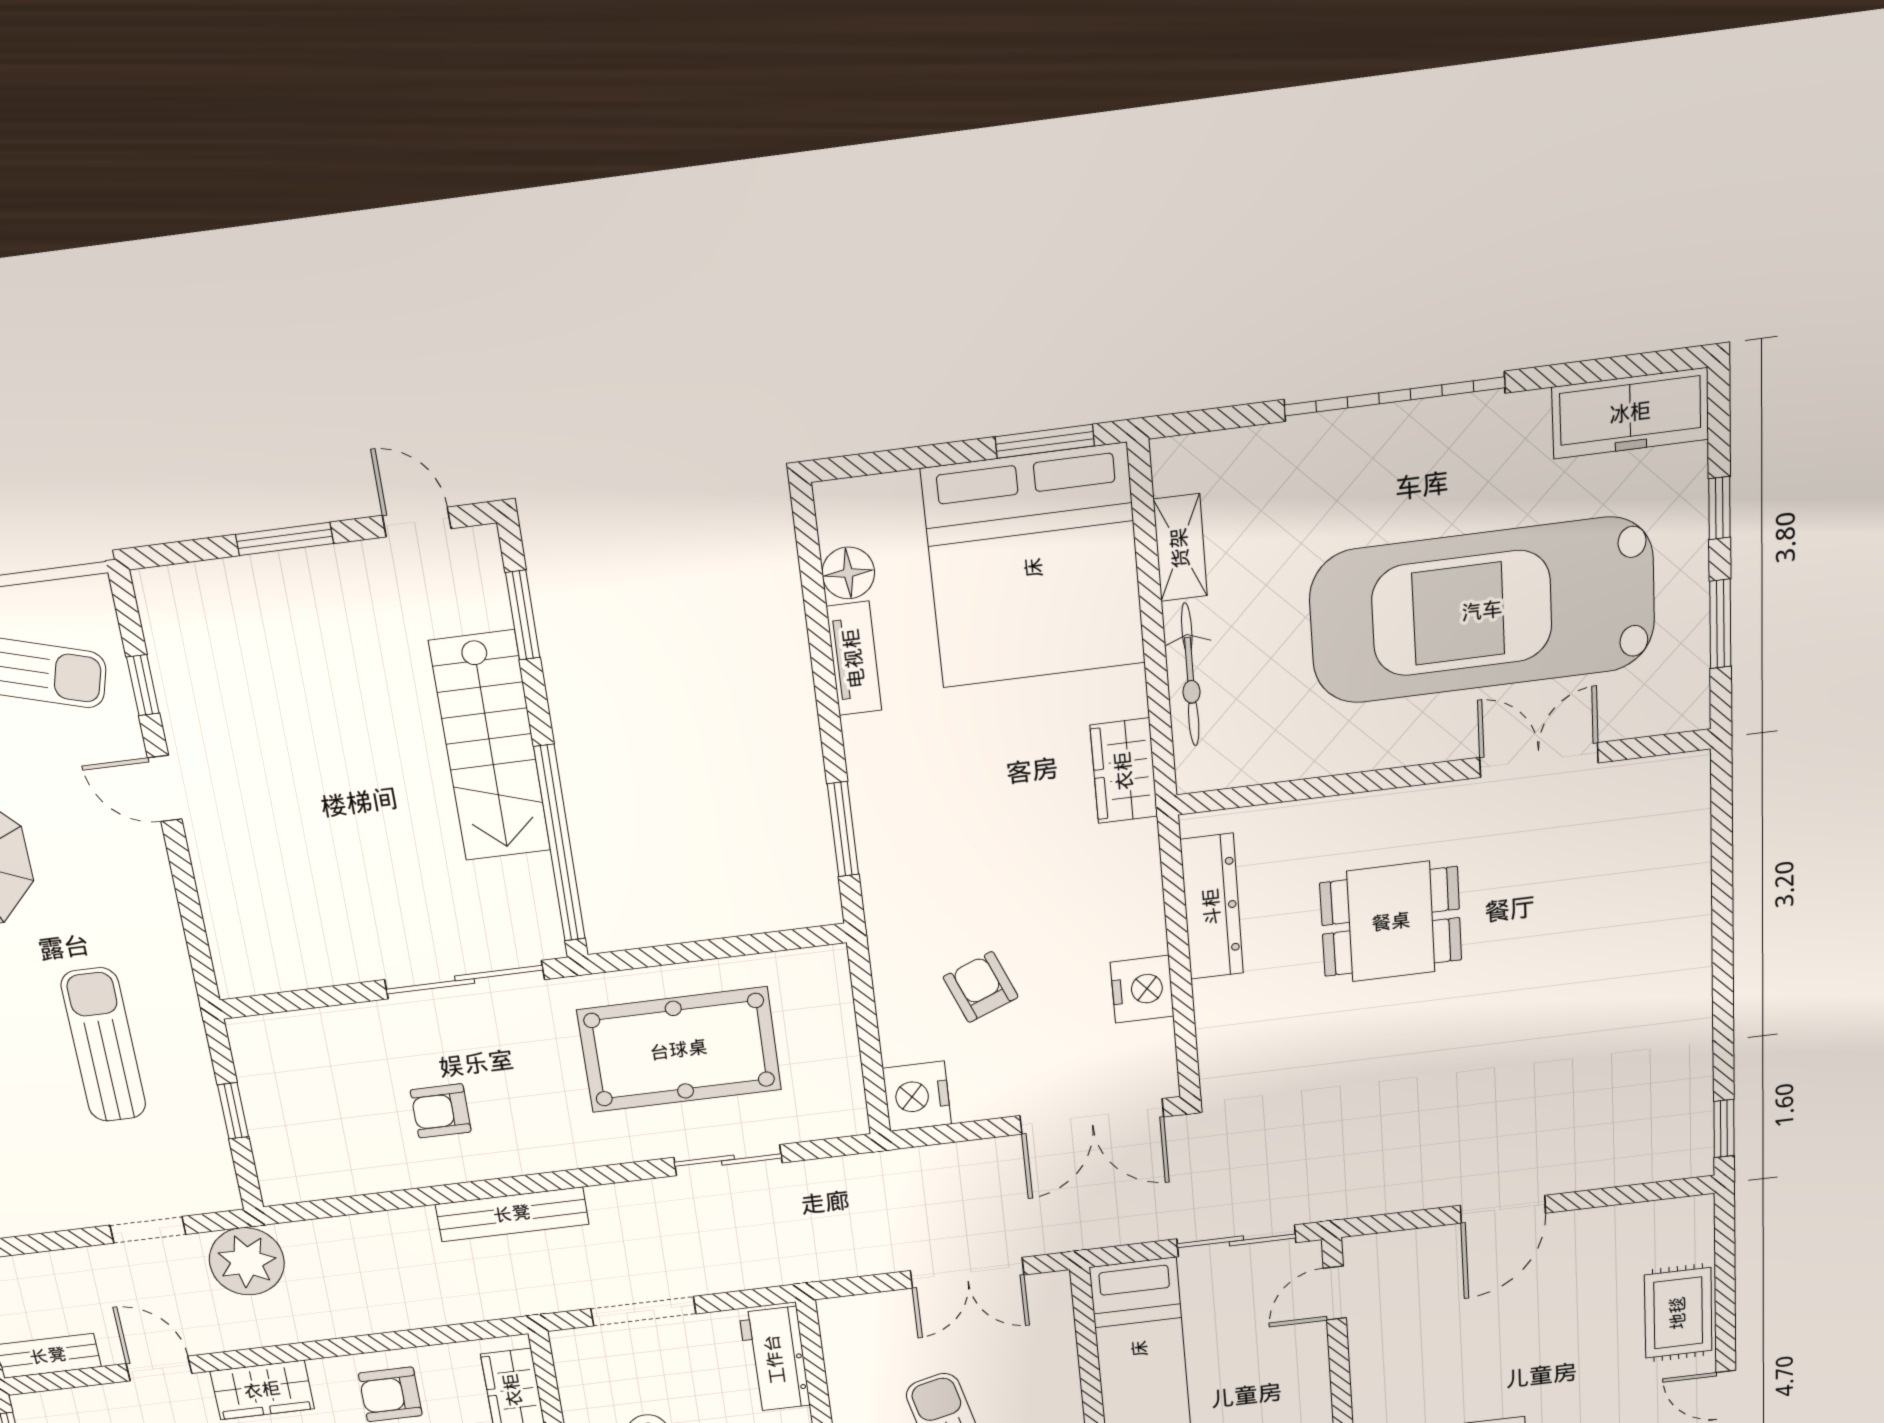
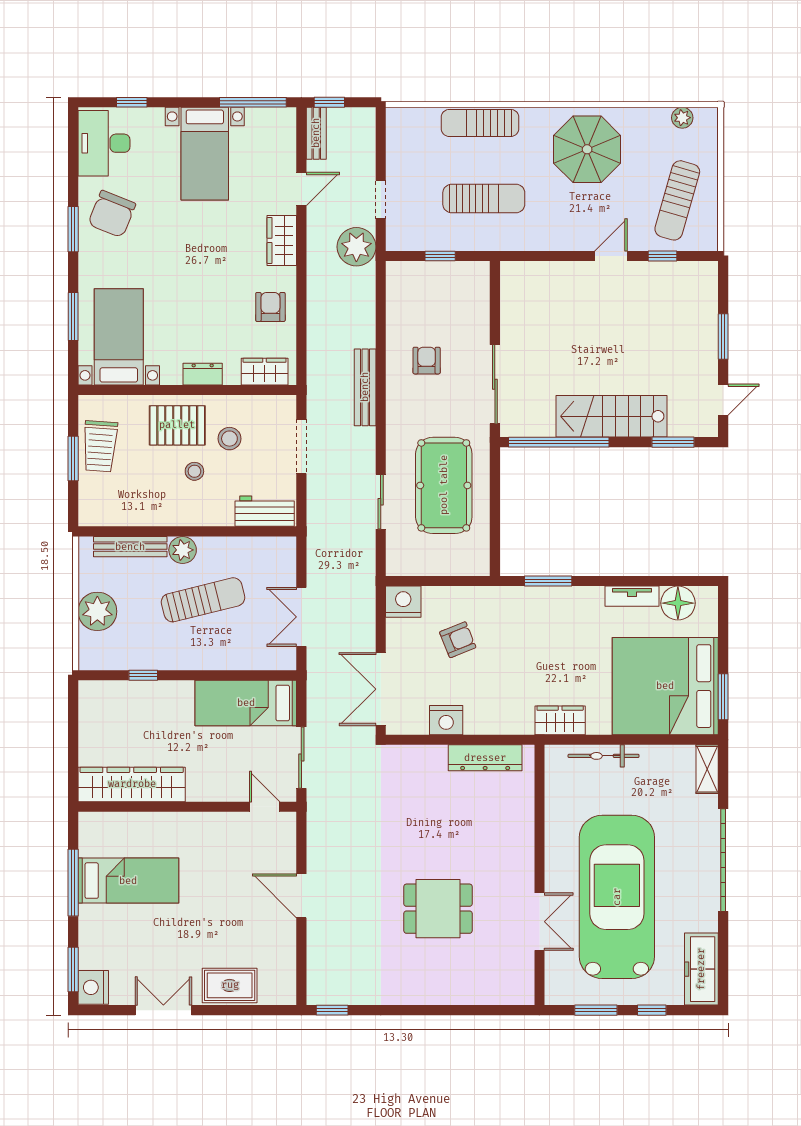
shelving: (1180, 548) -> (707, 769), moved, turned 90
floor lamp: (848, 573) -> (678, 603), width x1.38, depth x1.38
dining table: (1391, 922) -> (438, 909), moved, turned 90

